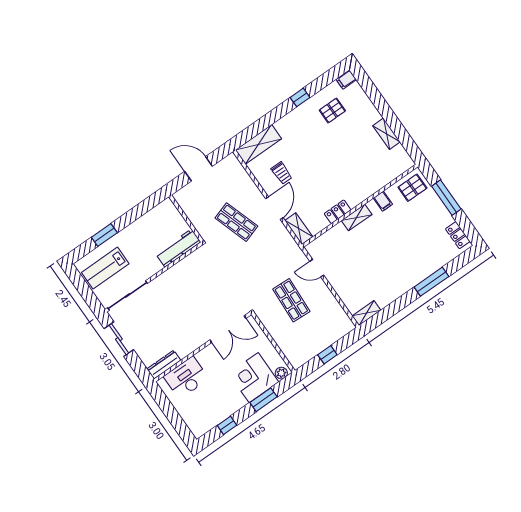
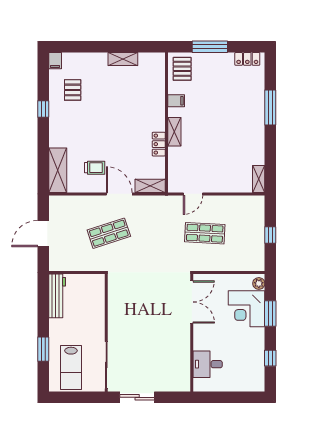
workbench: (178, 248) -> (57, 296), moved, turned 180
dresser: (164, 365) -> (184, 375), removed
desk: (186, 378) -> (208, 364), width x0.73

